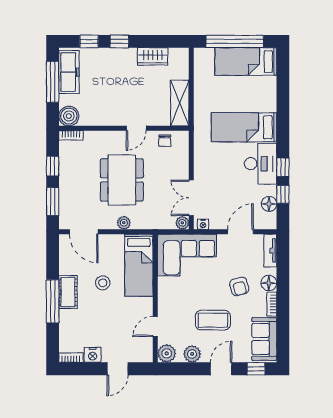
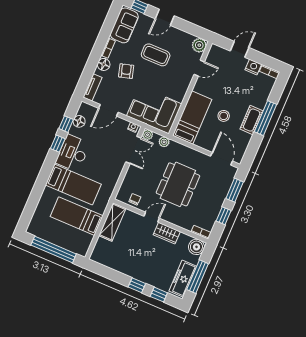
wardrobe: (153, 56) -> (167, 233), moved, turned 180
bed: (246, 61) -> (77, 216), moved, turned 180
plant: (124, 223) -> (164, 142), moved
plant: (192, 354) -> (181, 37), removed

